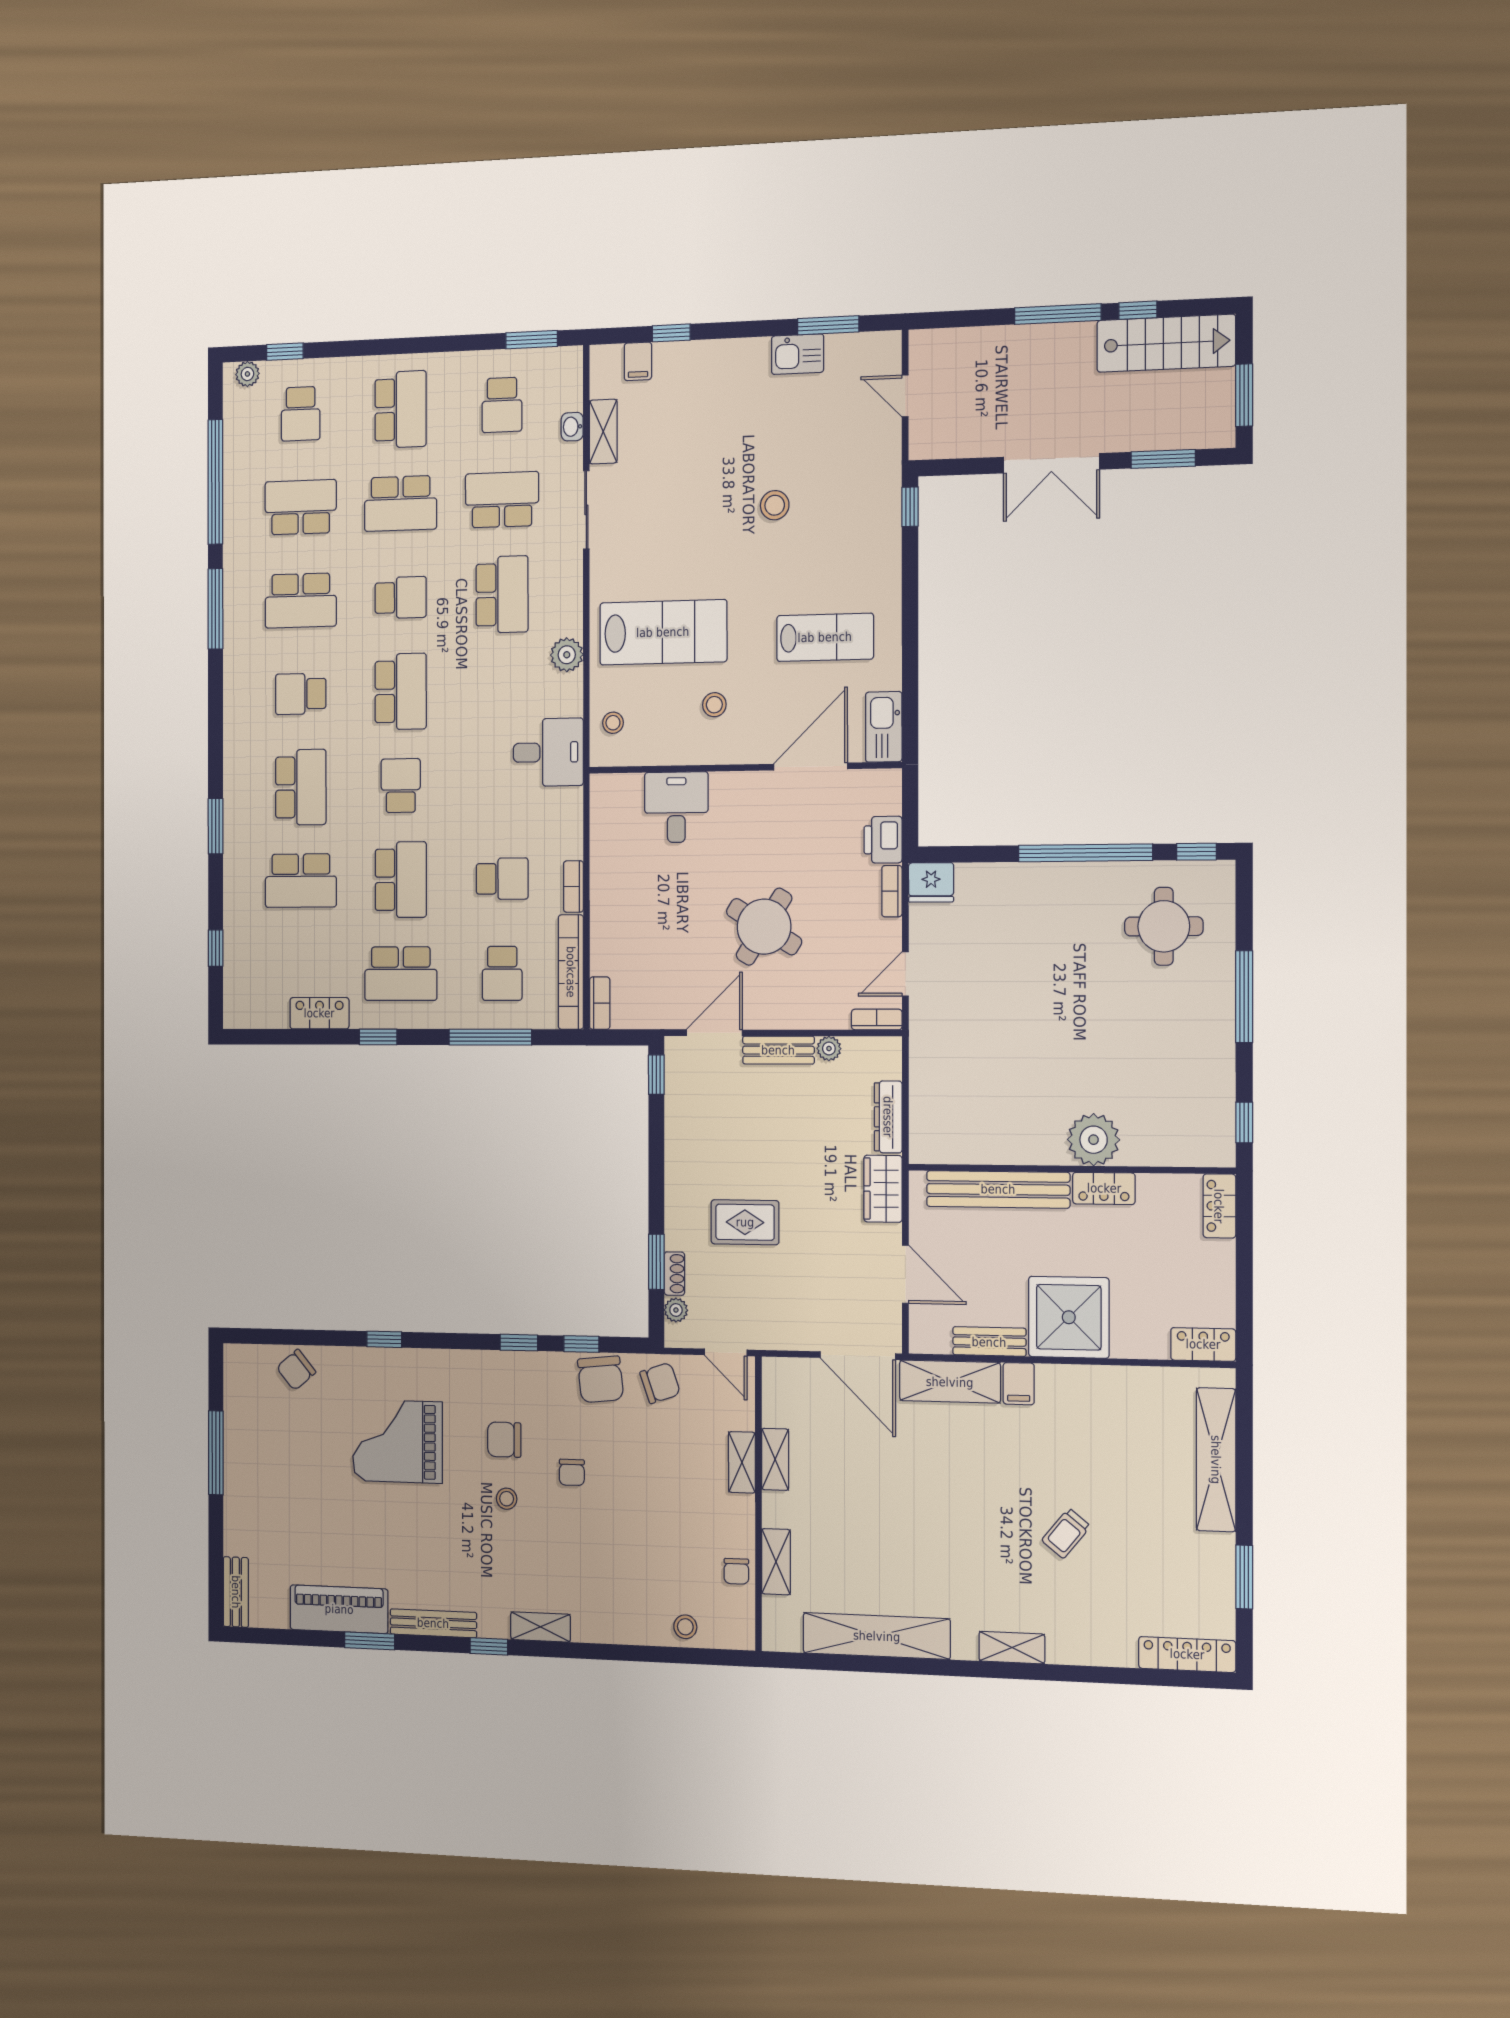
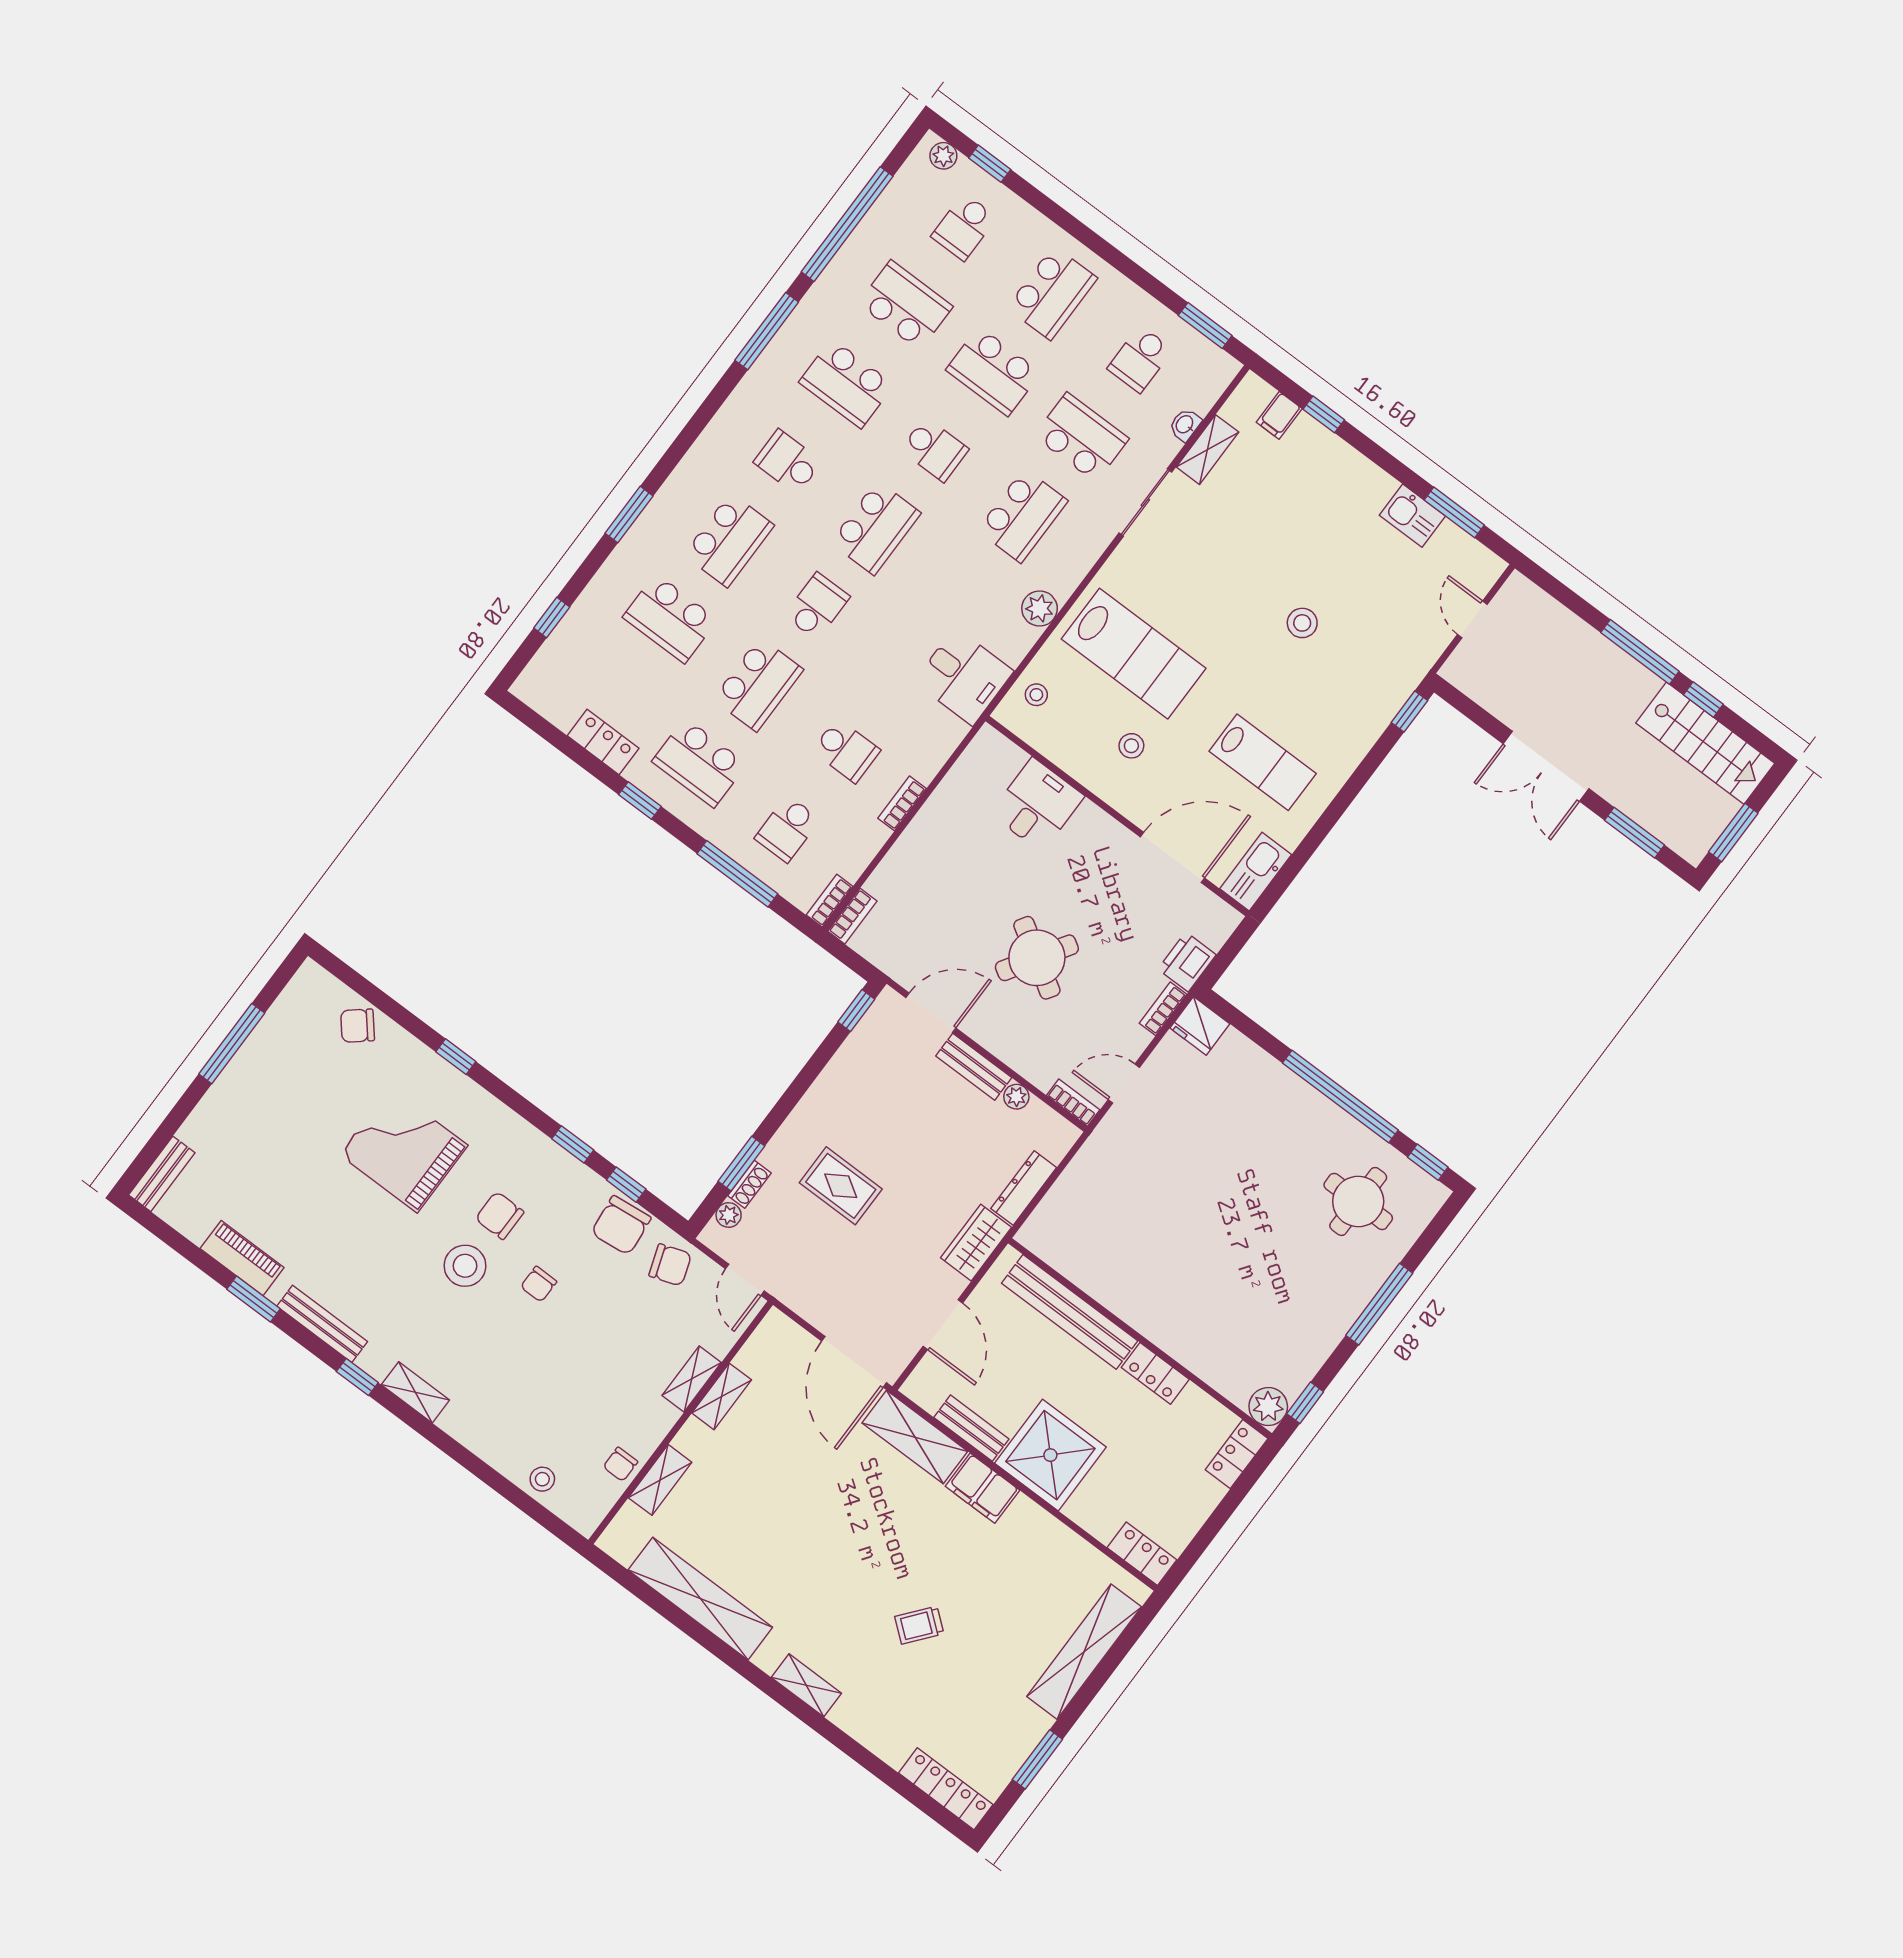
bookcase: (571, 972) -> (829, 901), width x0.43, depth x0.76
plant: (1094, 1140) -> (1268, 1407), moved, width x0.73, depth x0.73
filing cabinet: (1019, 1384) -> (982, 1488), width x2.00
stool: (507, 1499) -> (465, 1266), width x1.89, depth x1.89
piano: (339, 1609) -> (242, 1258), width x0.73, depth x0.75

